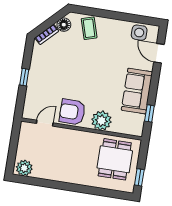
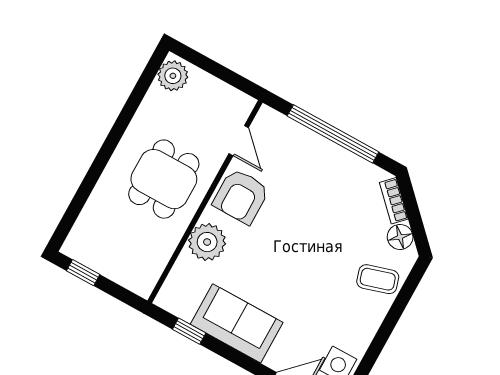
window: (24, 77) -> (333, 134), width x3.17
armchair: (72, 112) -> (241, 196), turned 180
dining table: (115, 159) -> (164, 179), moved, turned 90

